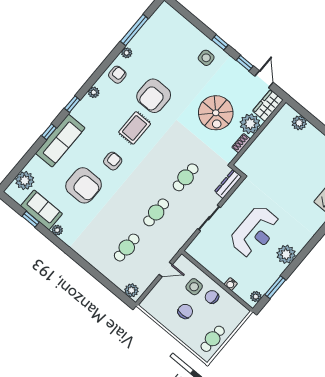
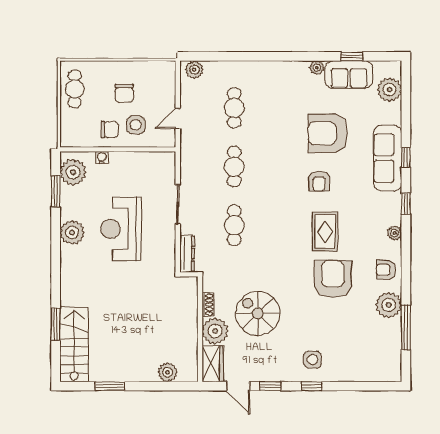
plant: (127, 53) -> (389, 305), width x1.88, depth x1.88
armchair: (117, 75) -> (386, 270), turned 90
plant: (256, 297) -> (73, 172), width x1.88, depth x1.88

